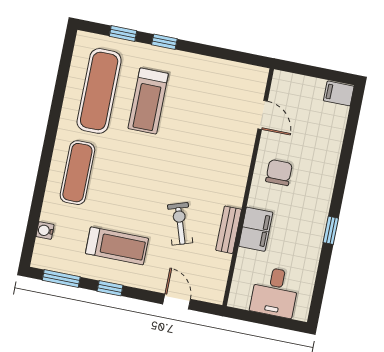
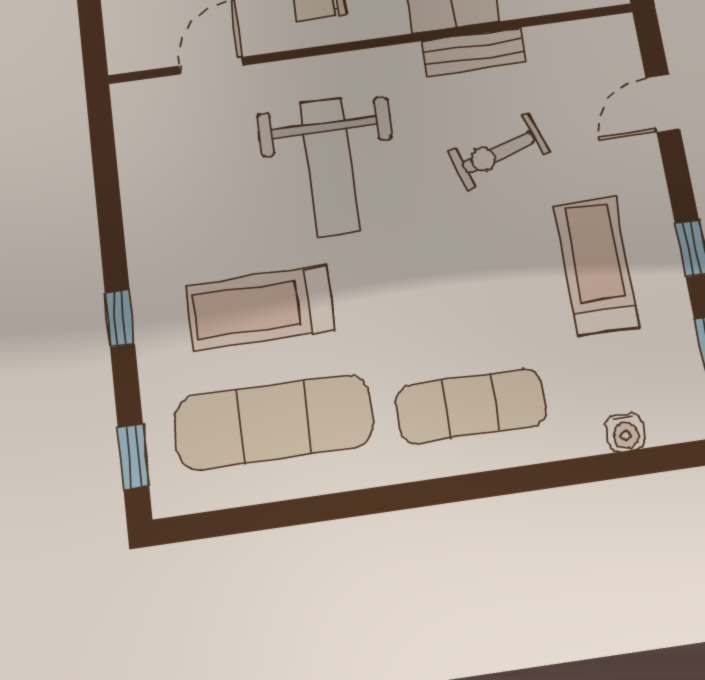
window: (123, 34) -> (133, 457), moved
treadmill: (148, 101) -> (260, 308), turned 180
weight bench: (199, 150) -> (330, 167), added

